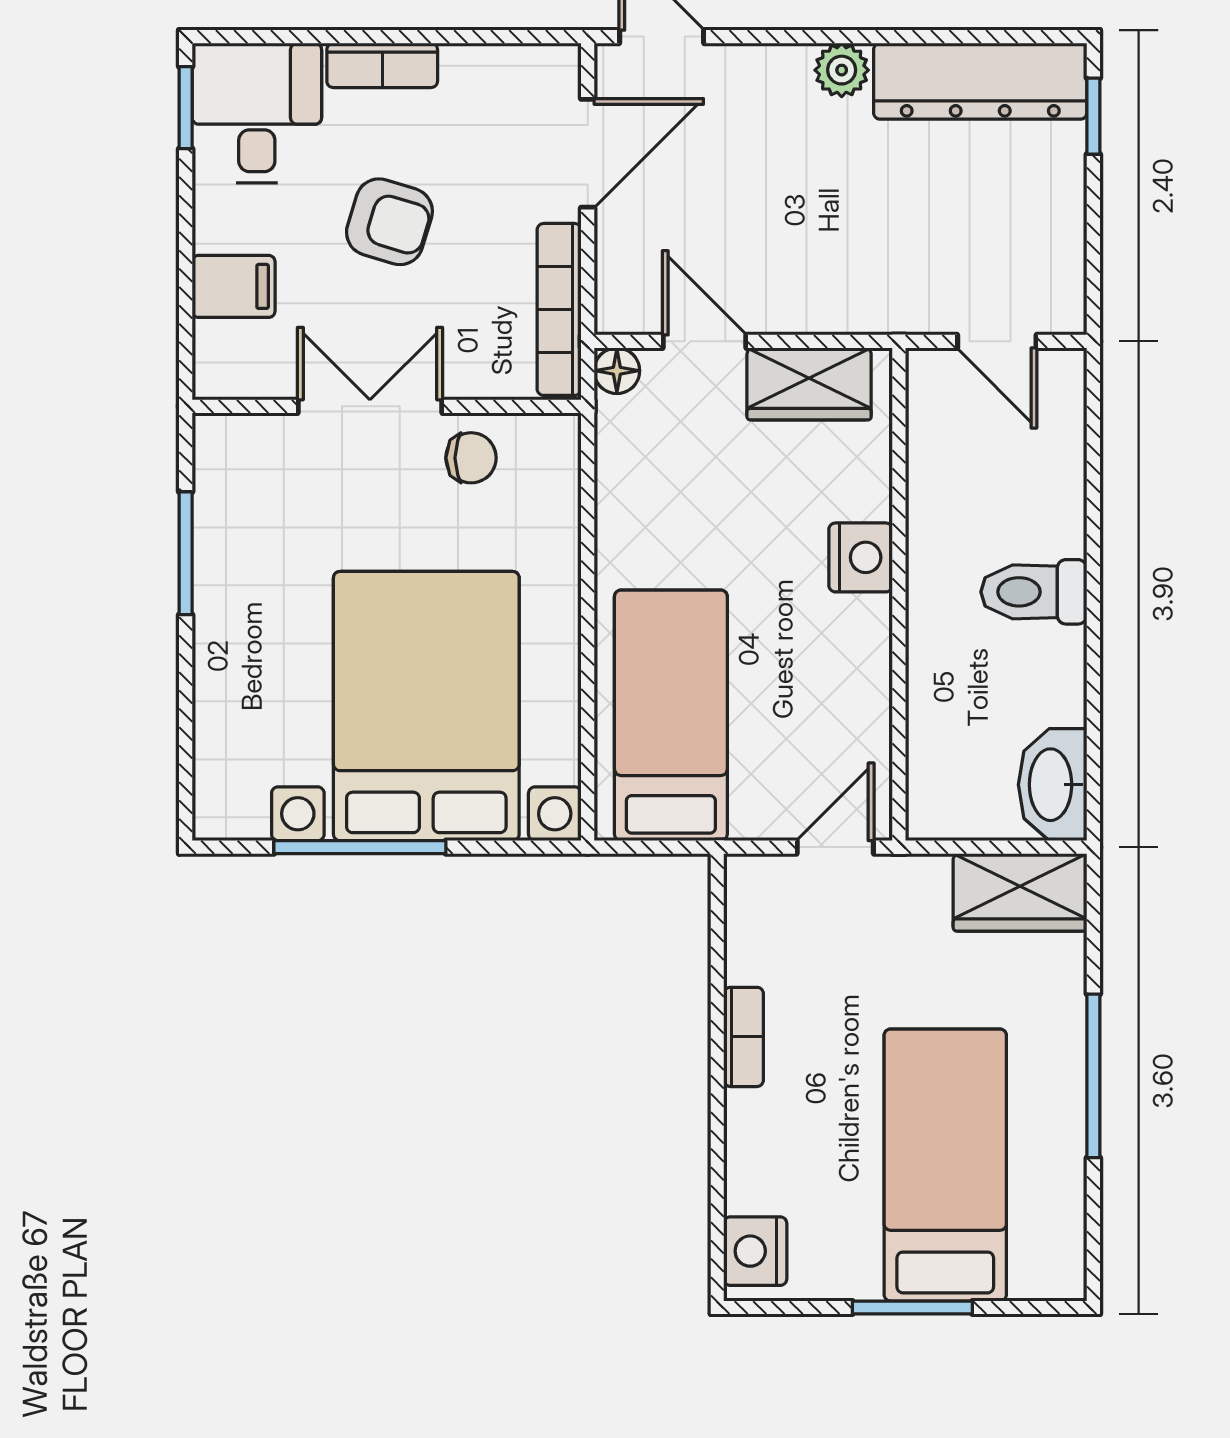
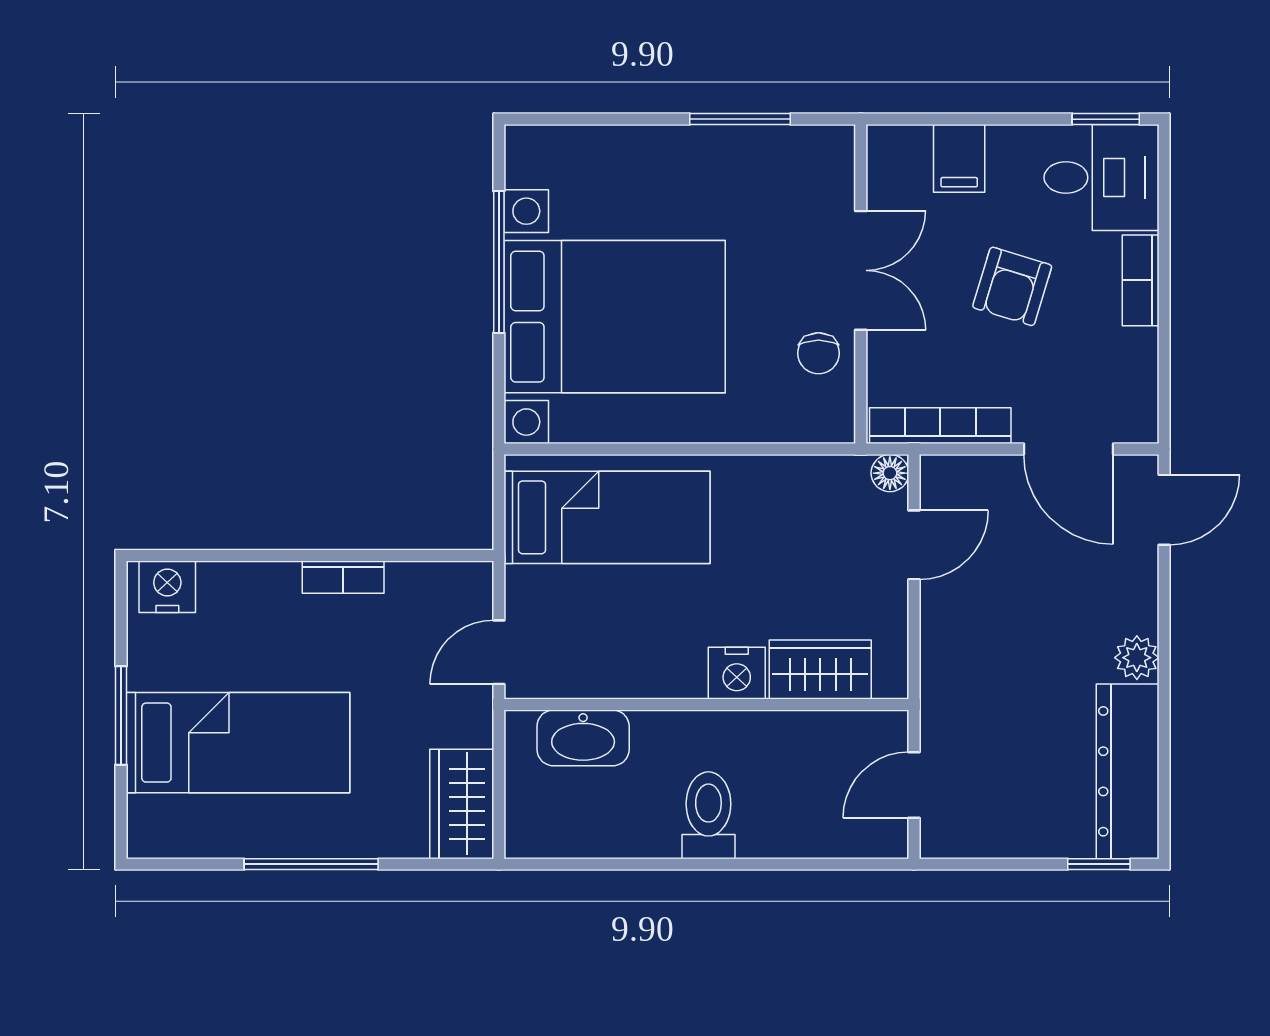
wardrobe: (809, 384) -> (820, 670), moved, turned 90
washbasin: (1053, 785) -> (583, 738), moved, turned 180
door: (835, 847) -> (499, 652), swing flipped

